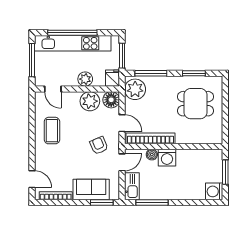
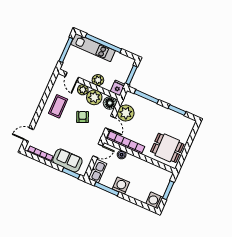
kitchen unit: (73, 43) -> (93, 48), width x0.73
plant: (135, 89) -> (126, 113), moved
plant: (72, 98) -> (83, 90), added
dining table: (196, 104) -> (167, 148), moved
armchair: (99, 145) -> (83, 117), moved
washing machine: (167, 158) -> (121, 186), moved, turned 180
door: (32, 179) -> (29, 135), swing flipped

